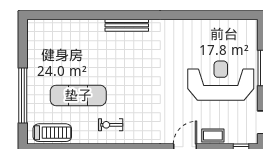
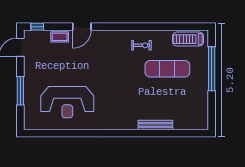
bench: (127, 25) -> (155, 125), moved
reception desk: (221, 81) -> (67, 102), moved

